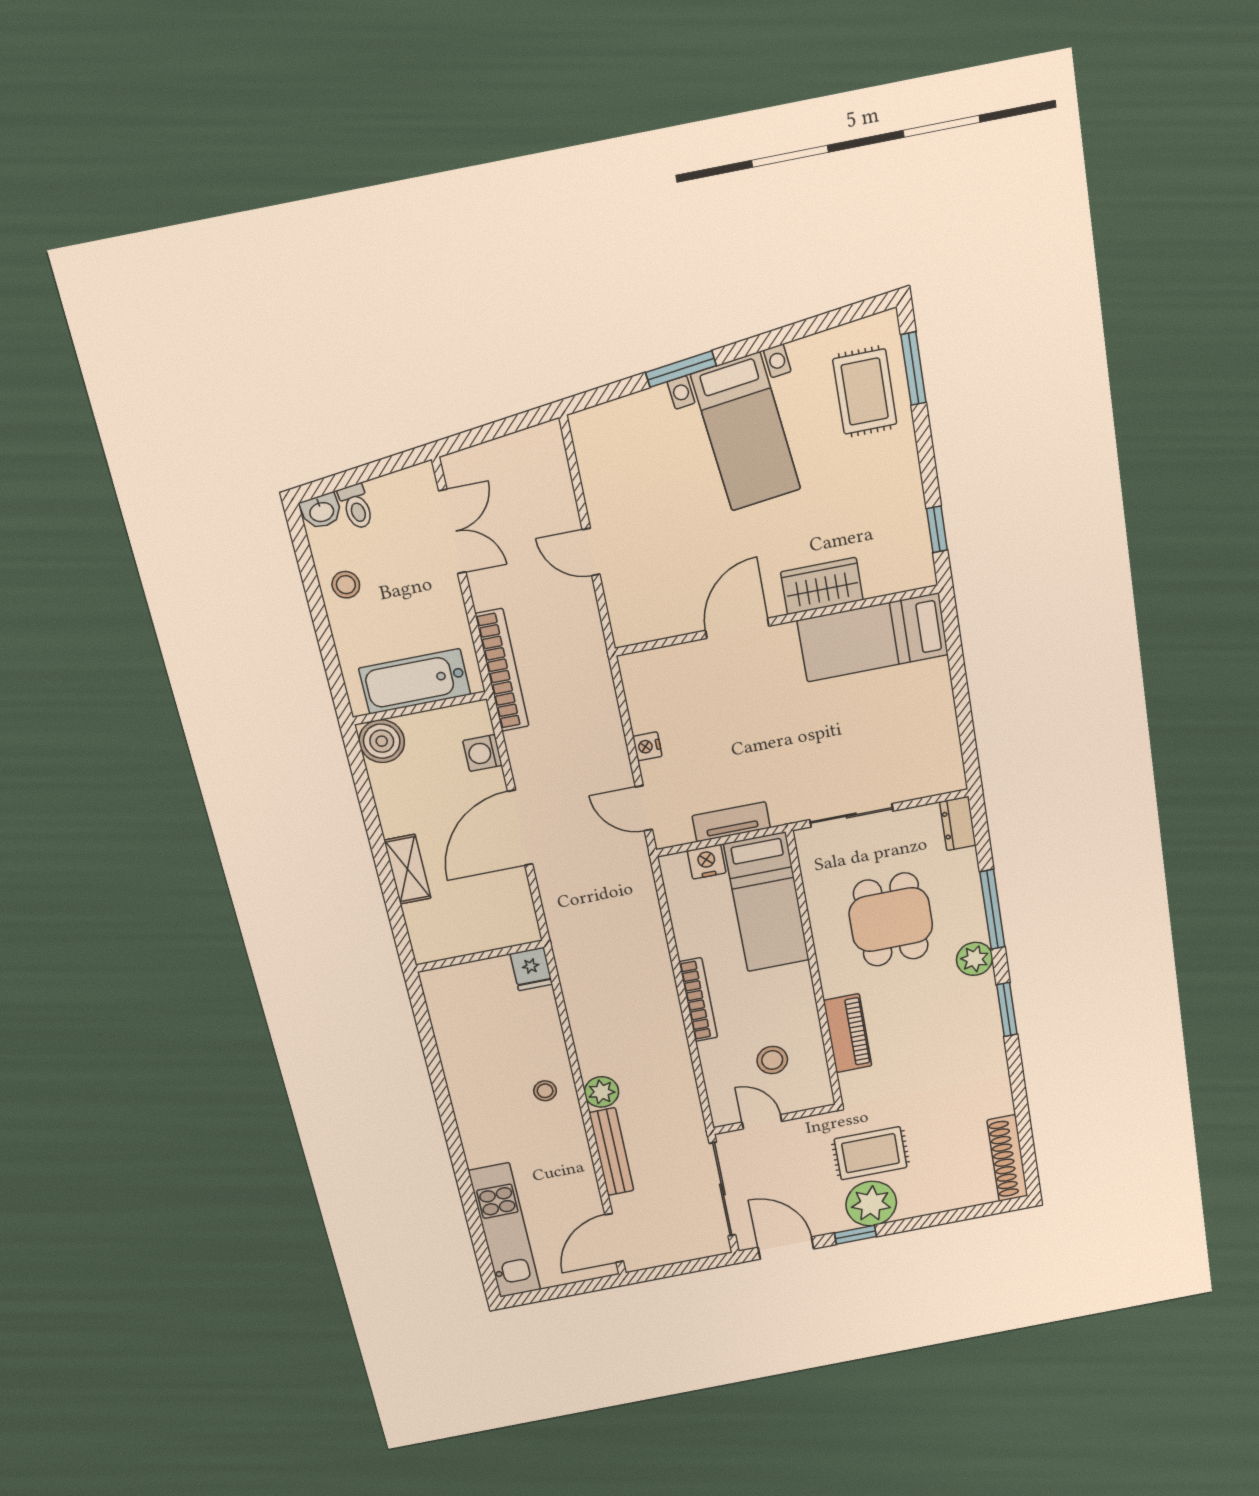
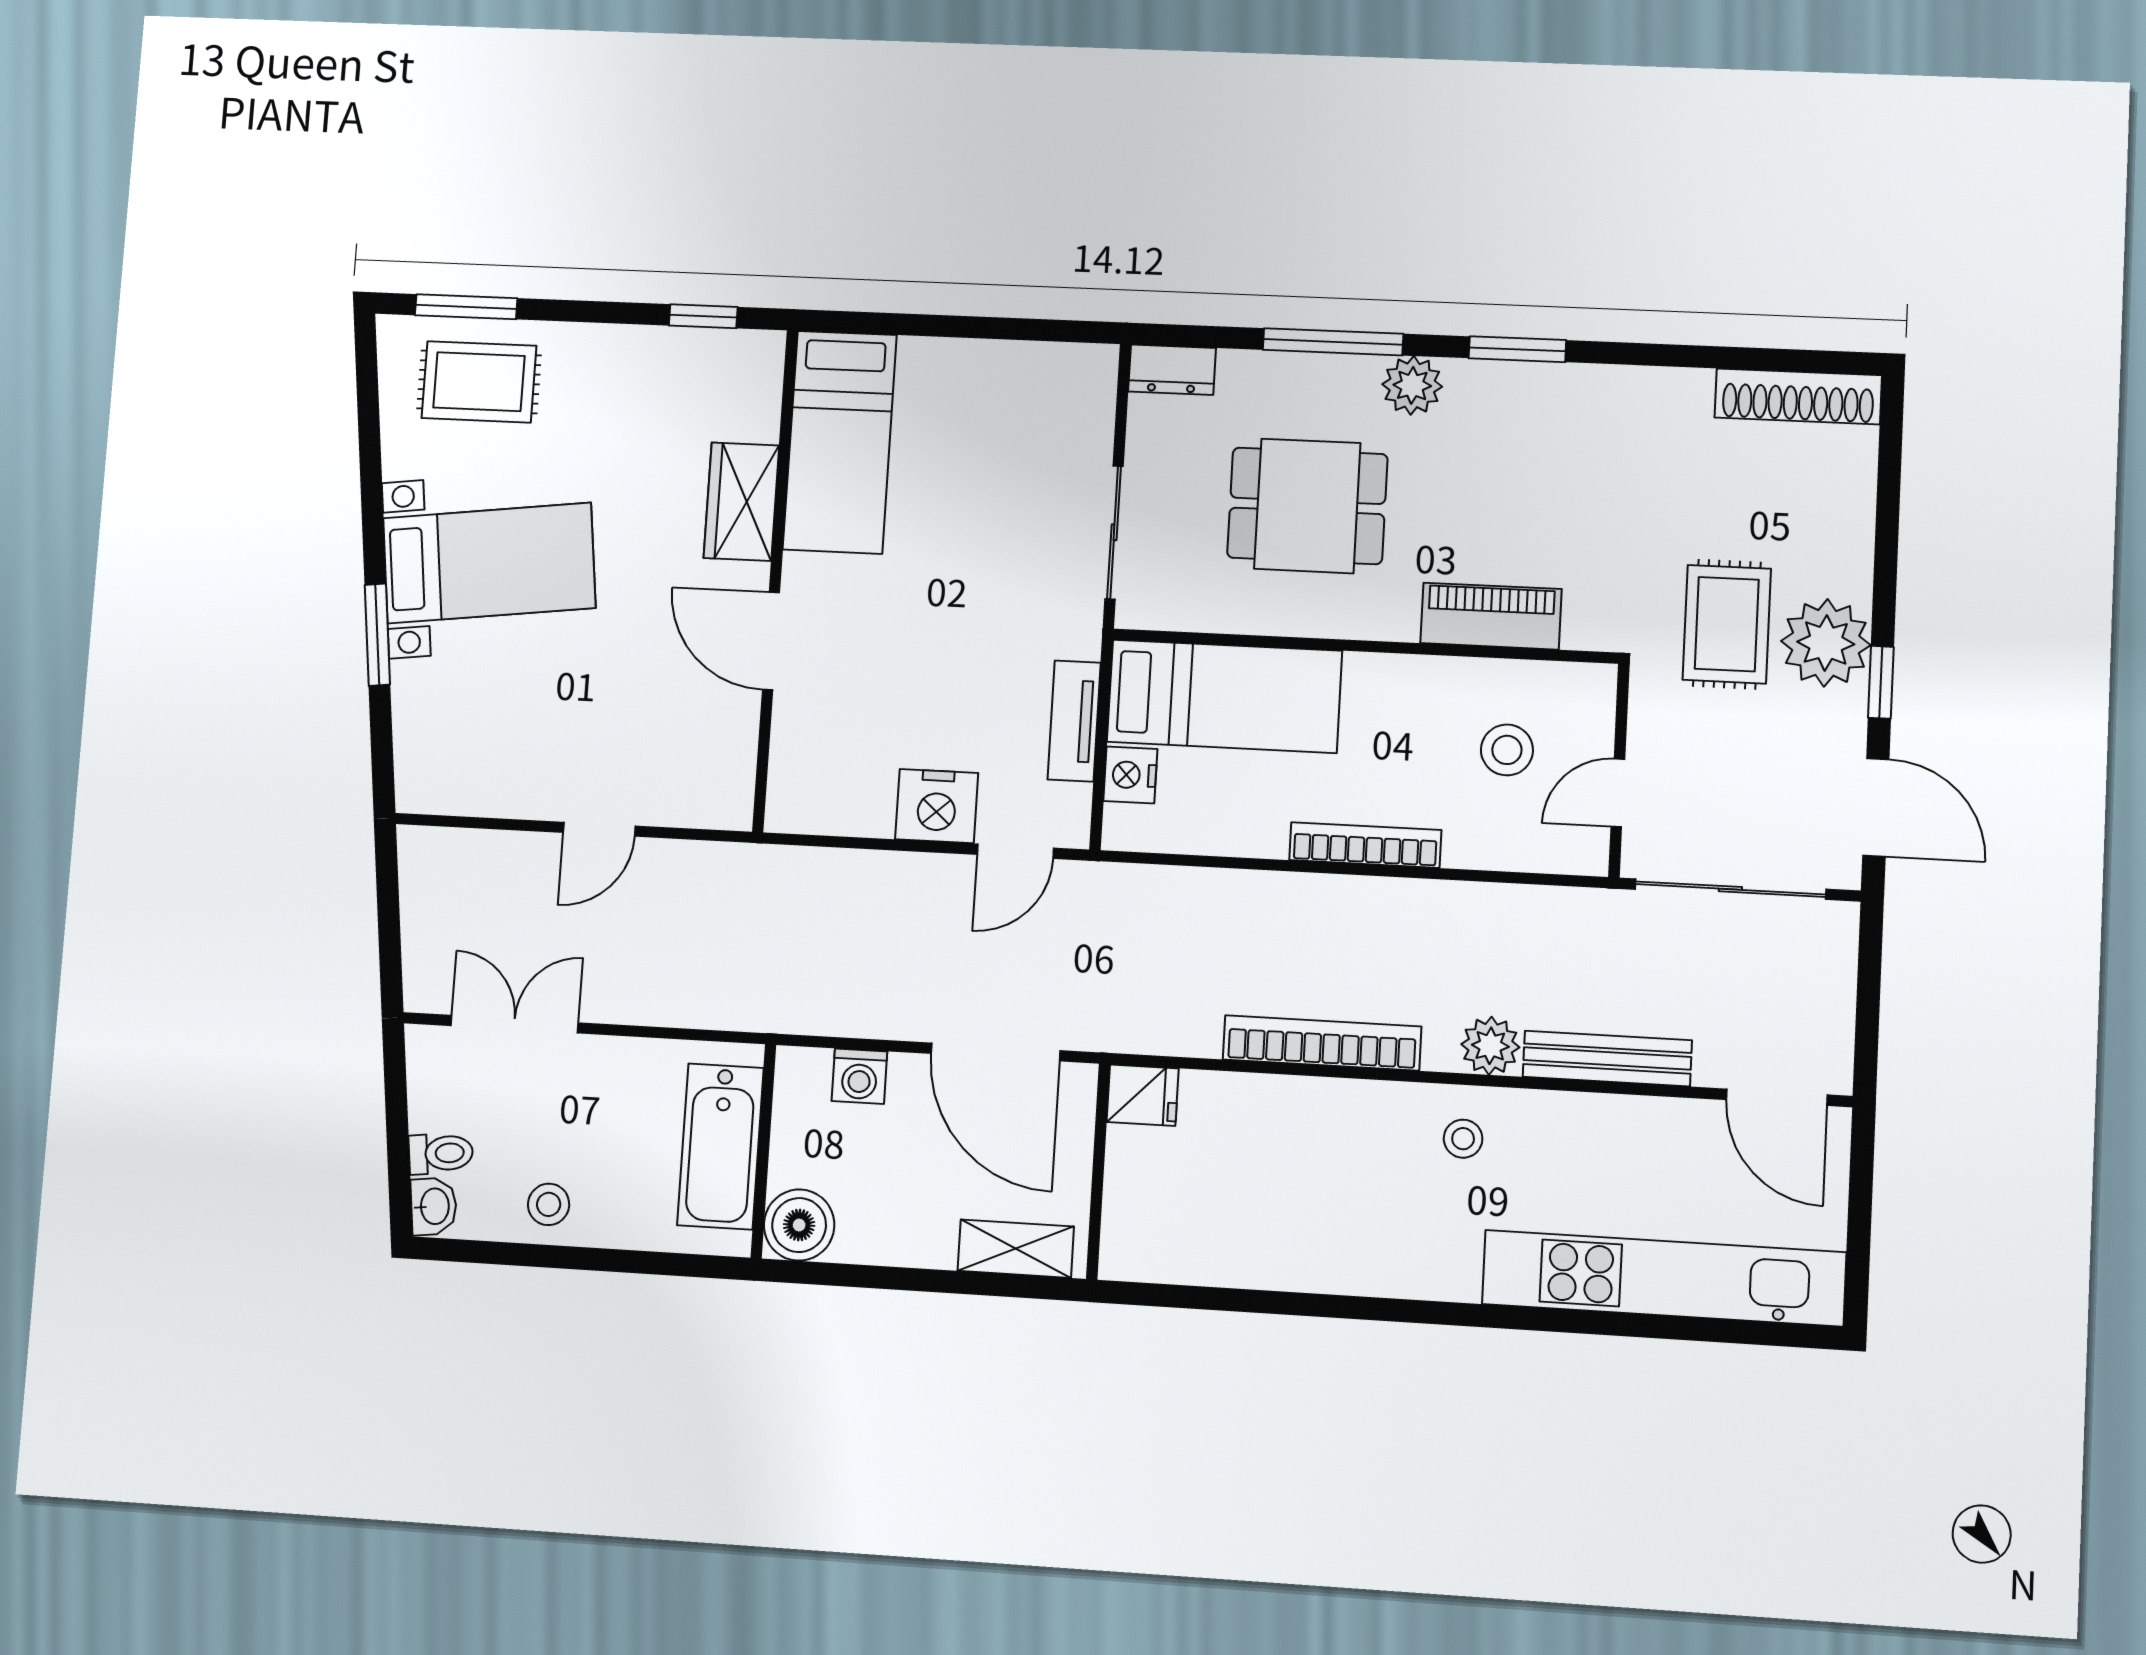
bookcase: (502, 670) -> (1322, 1043), moved
nightstand: (647, 746) -> (937, 806), width x1.89, depth x1.79
wall: (480, 956) -> (1098, 1171), moved
fridge: (531, 969) -> (1143, 1095), moved
kitchen unit: (505, 1231) -> (1664, 1278), width x1.36
door: (786, 1248) -> (1876, 807), swing flipped

